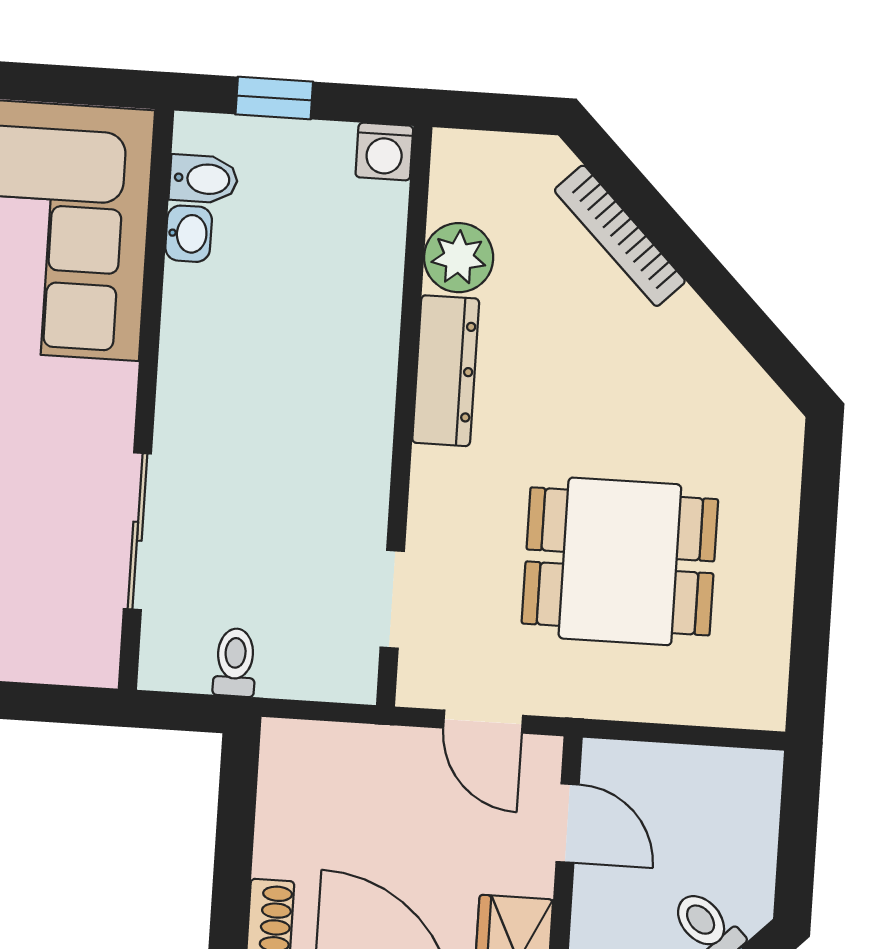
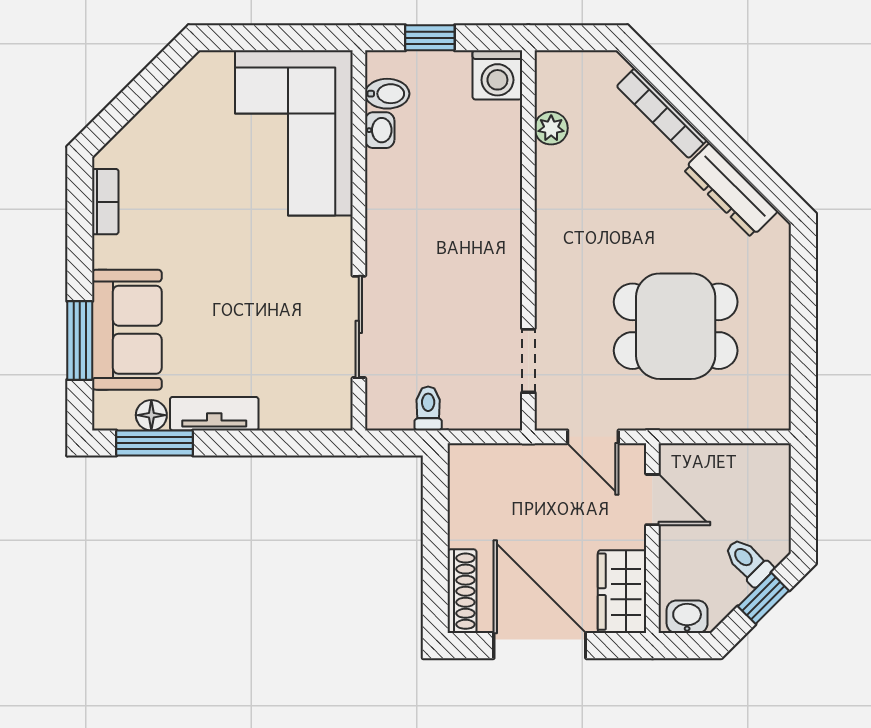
washing machine: (384, 152) -> (497, 75), width x1.38, depth x1.38
plant: (459, 258) -> (551, 128), width x0.73, depth x0.73
dresser: (446, 371) -> (731, 190), moved, turned 135

